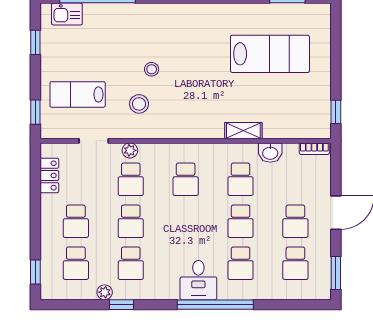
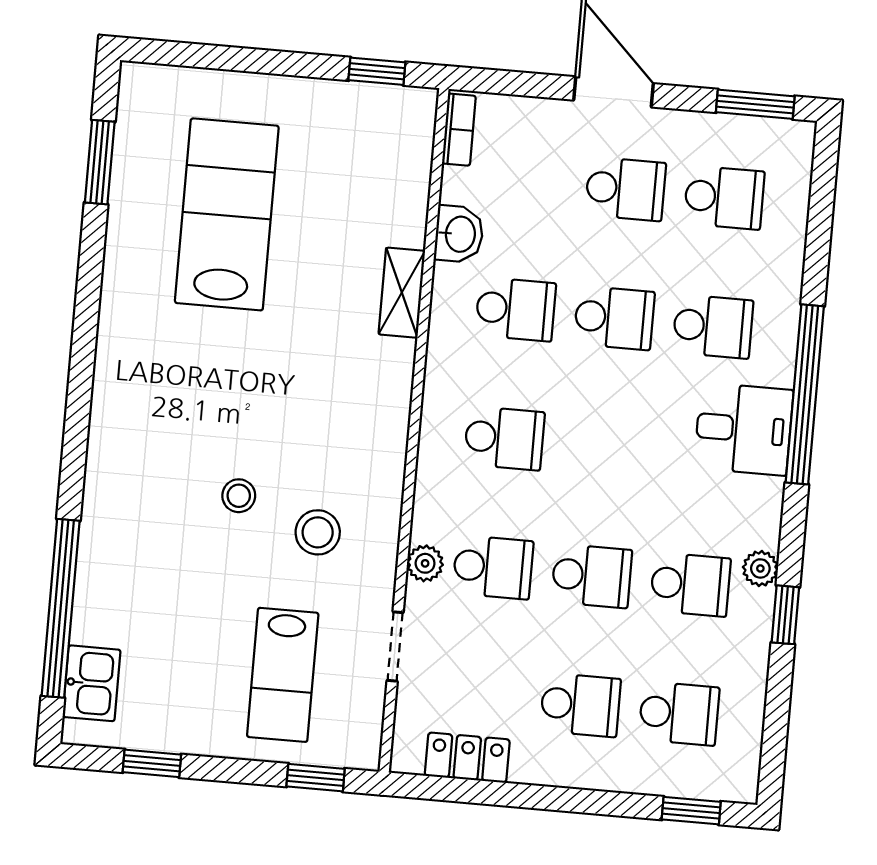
plant: (105, 292) -> (760, 568), moved

